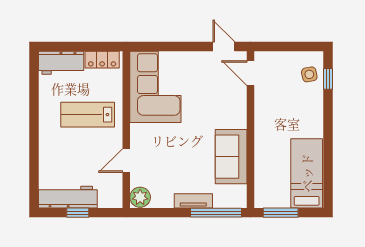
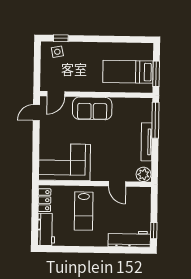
sofa: (231, 157) -> (92, 108), moved
bed: (307, 173) -> (128, 72), moved
workbench: (68, 197) -> (129, 239), moved, turned 90
tv unit: (193, 201) -> (147, 142), width x1.41
window: (78, 213) -> (154, 231), moved

